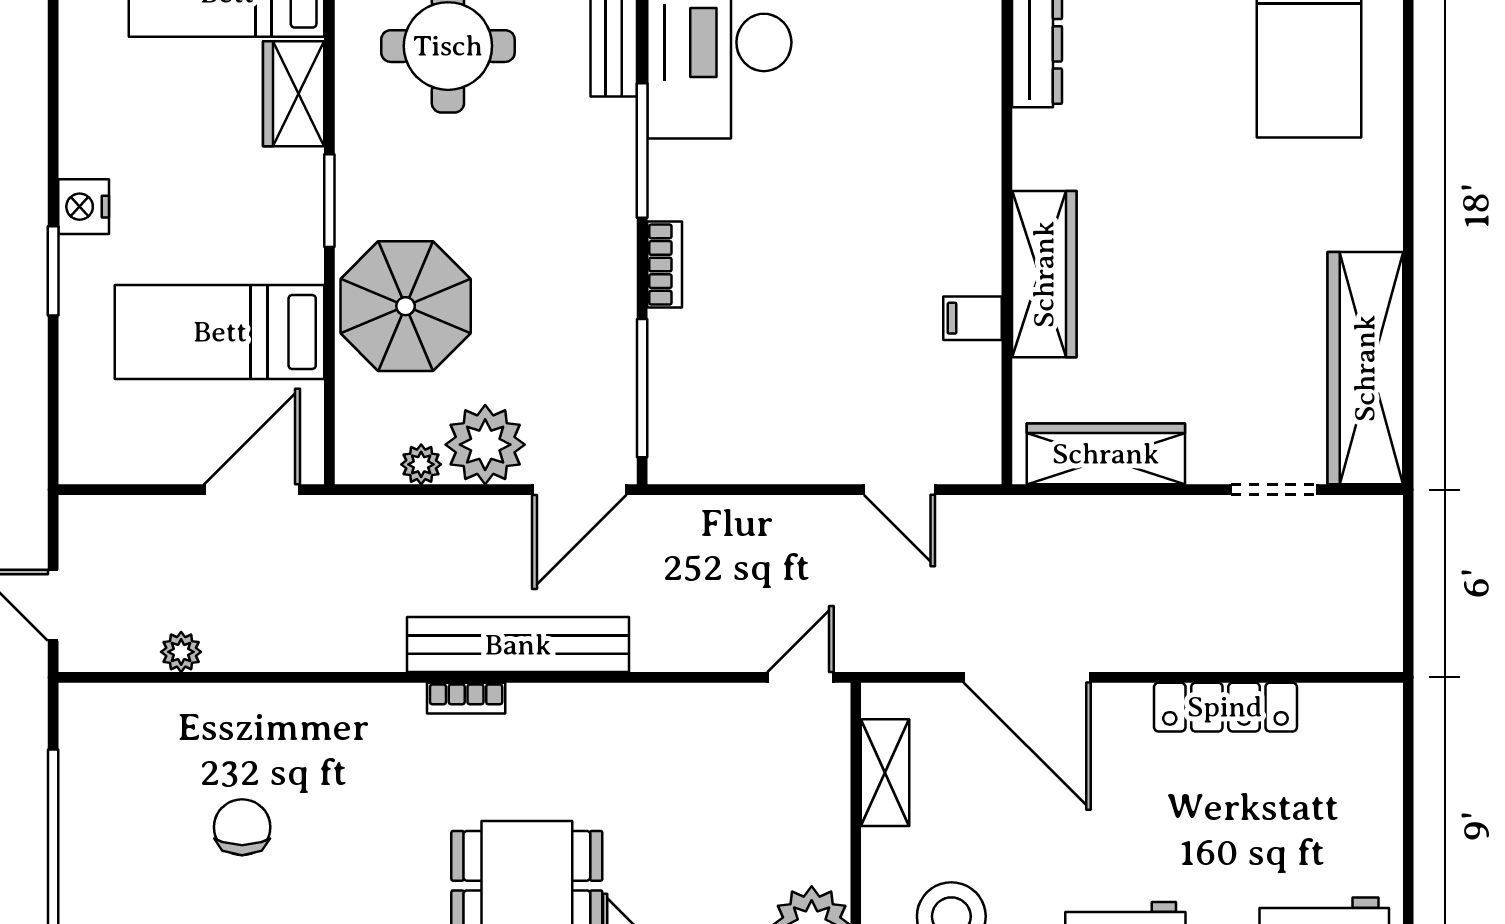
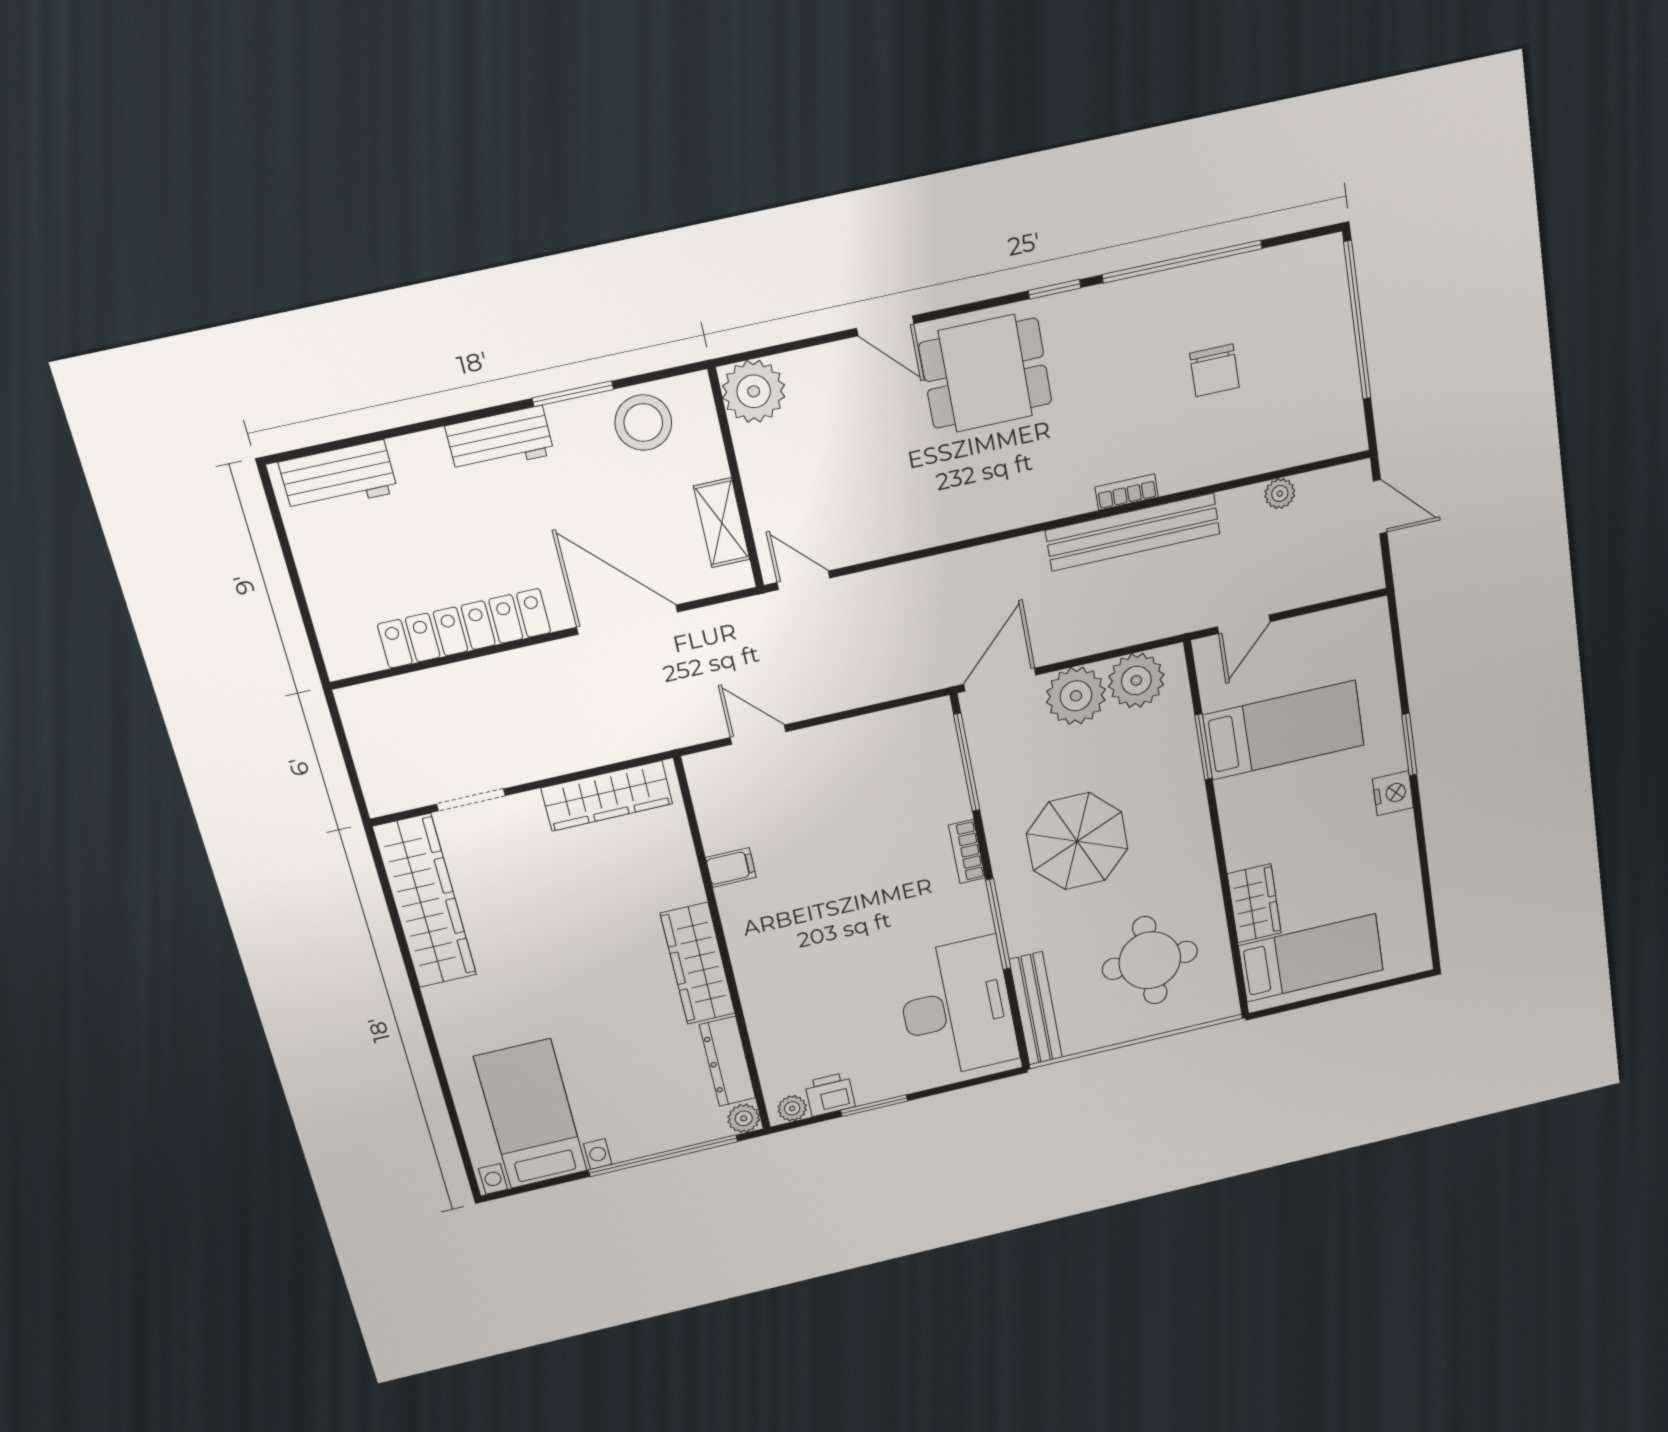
window: (329, 201) -> (1204, 747), moved
wardrobe: (1044, 274) -> (698, 964), moved
parasol: (406, 306) -> (1077, 841), moved
plant: (421, 464) -> (1136, 680), width x1.88, depth x1.88
door: (252, 490) -> (1244, 624), width x0.73
bench: (518, 645) -> (1133, 532), moved
door: (801, 677) -> (803, 580), swing flipped
bookcase: (466, 698) -> (1127, 492), moved
locker: (1225, 707) -> (464, 628), width x1.41, depth x1.21

